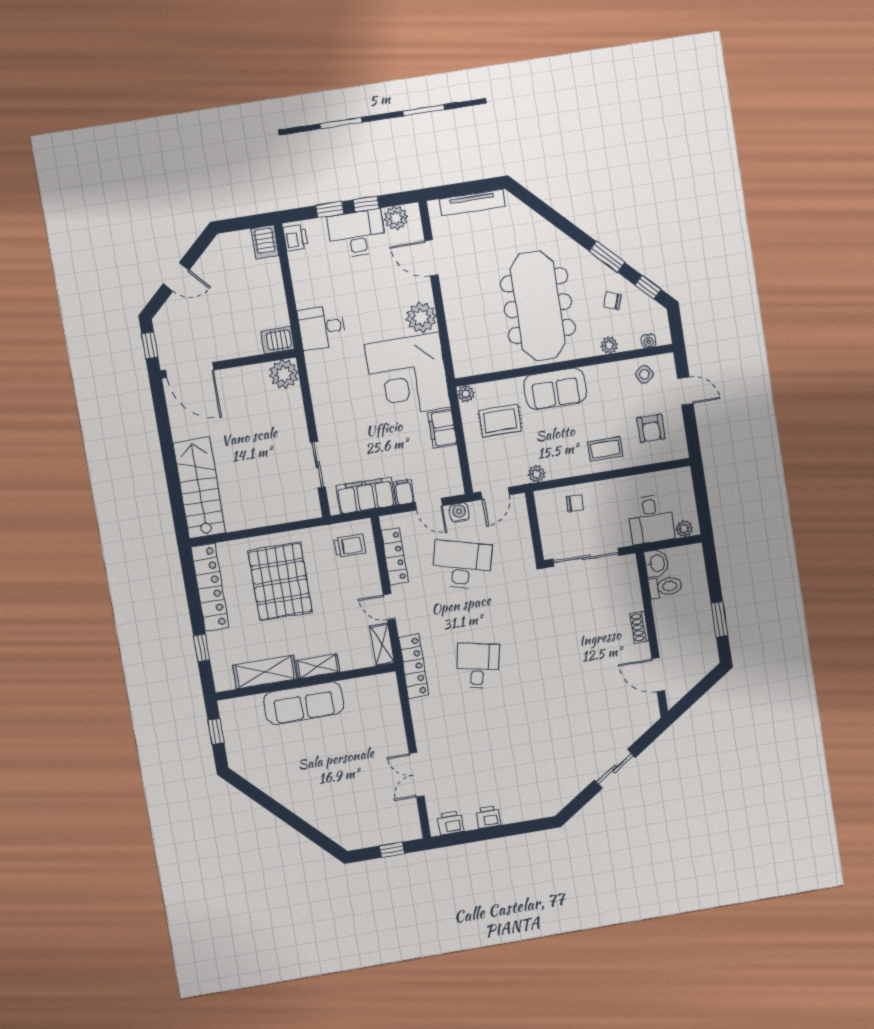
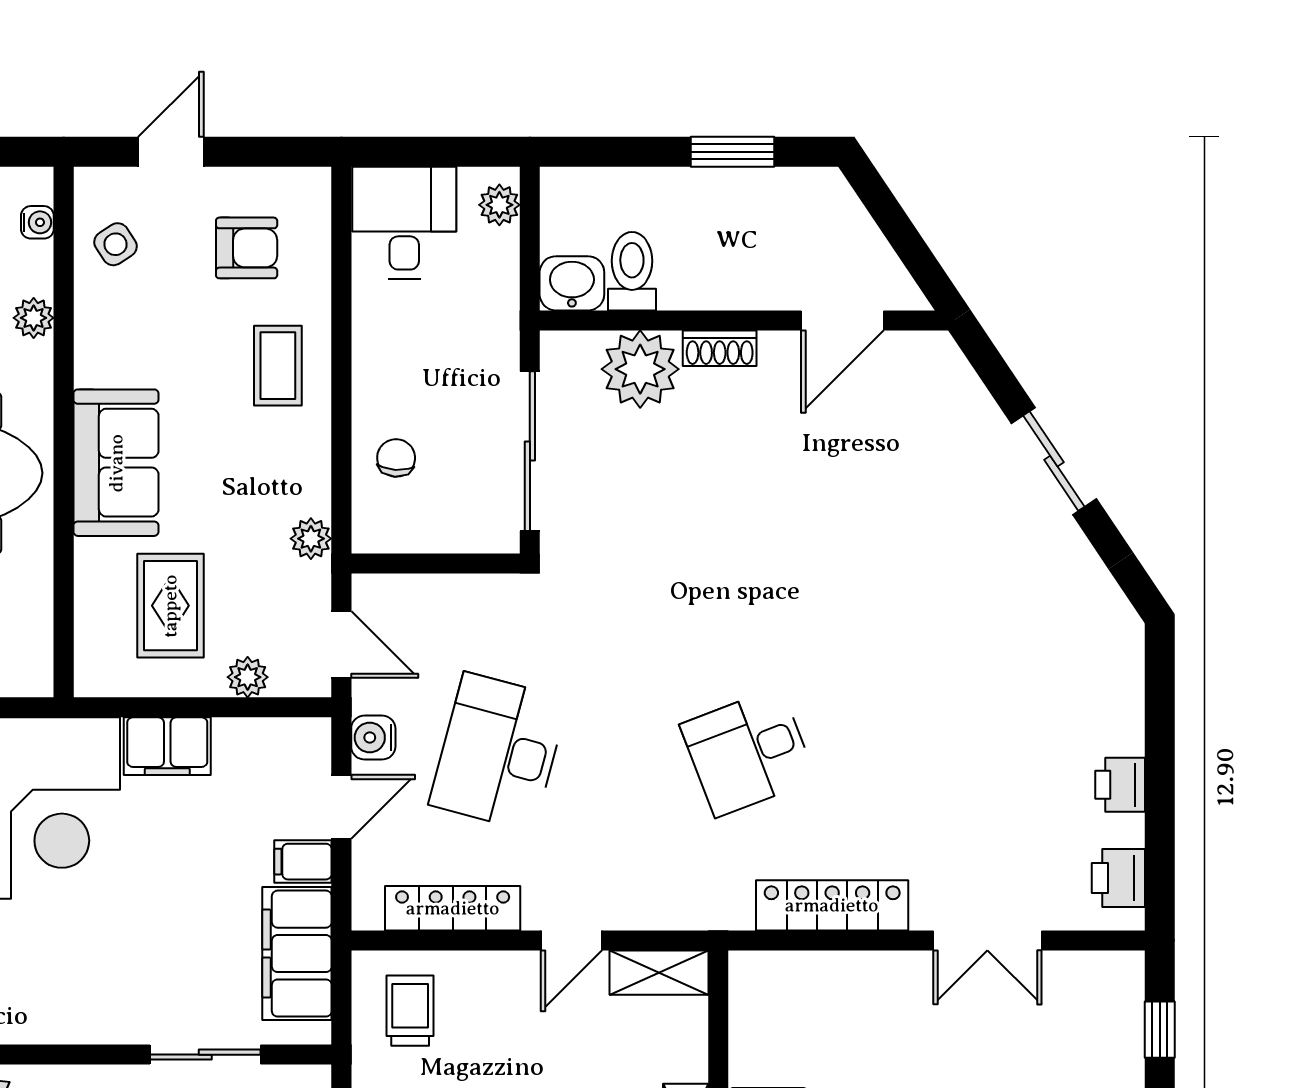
plant: (466, 394) -> (248, 677), moved
desk: (651, 519) -> (404, 223), moved, turned -90
plant: (626, 597) -> (640, 369), added
locker: (414, 666) -> (832, 905), moved
desk: (478, 666) -> (748, 752), turned -33

